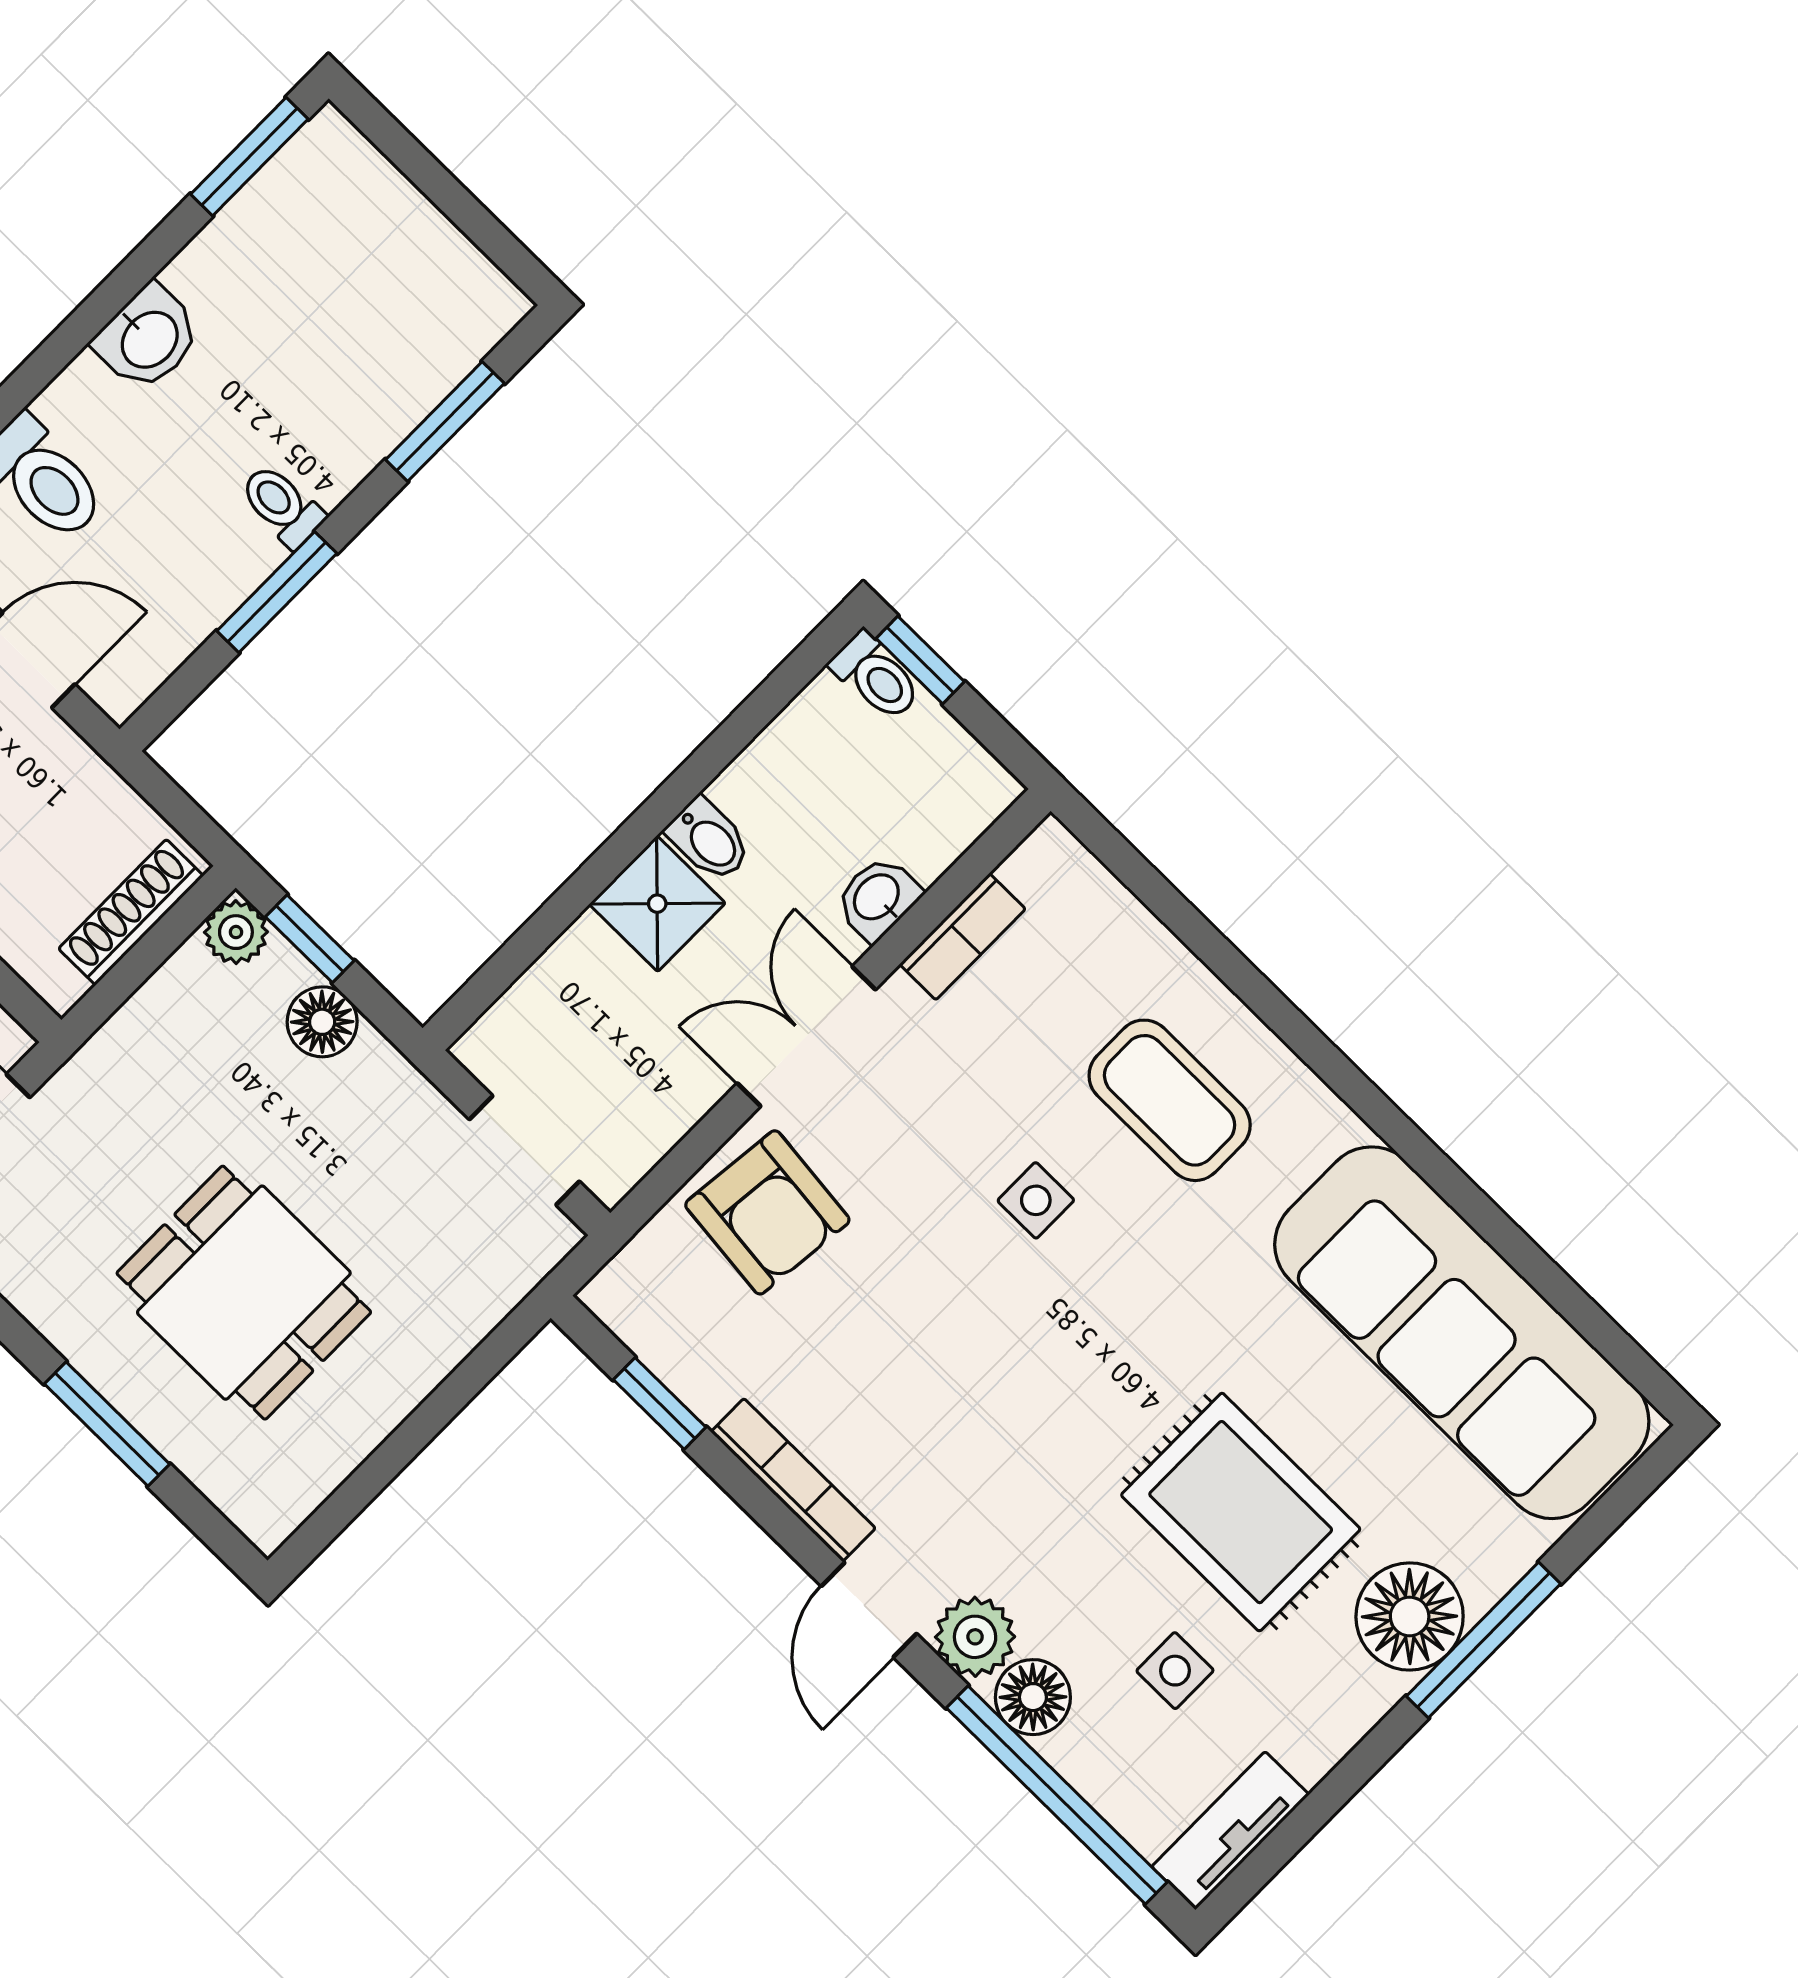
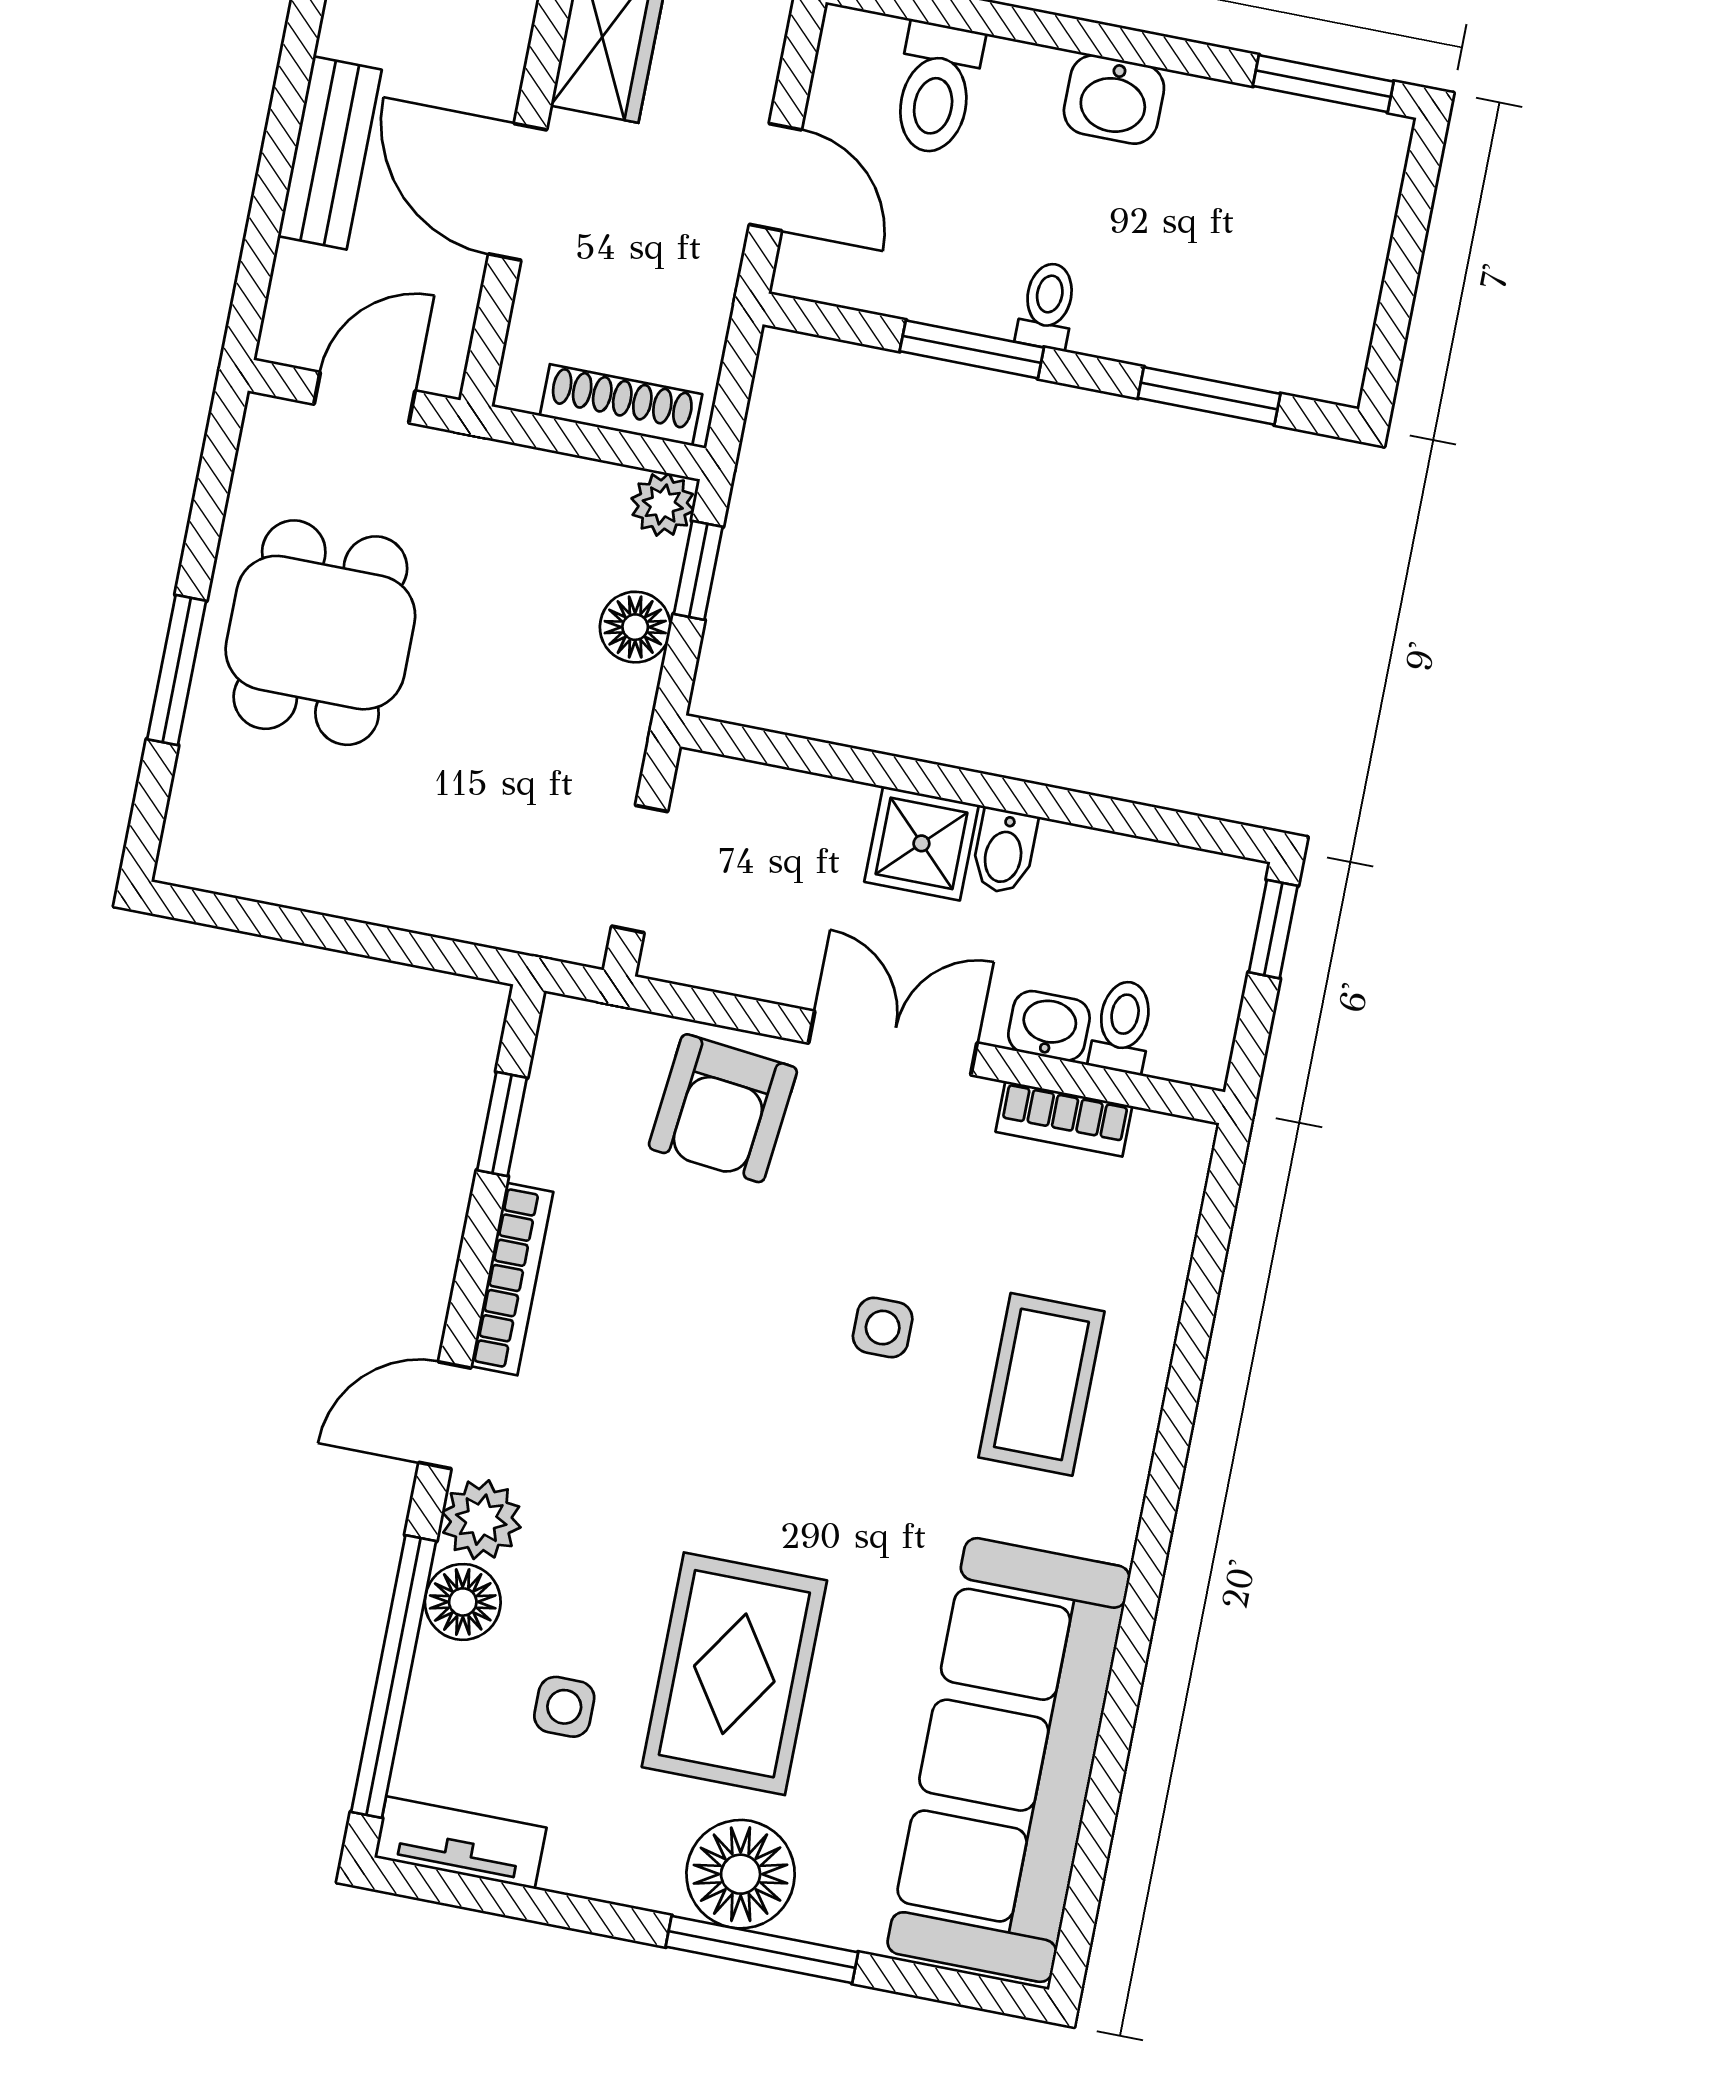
toilet: (876, 676) -> (1123, 1026), moved, turned 180
dining table: (244, 1293) -> (320, 633), moved

